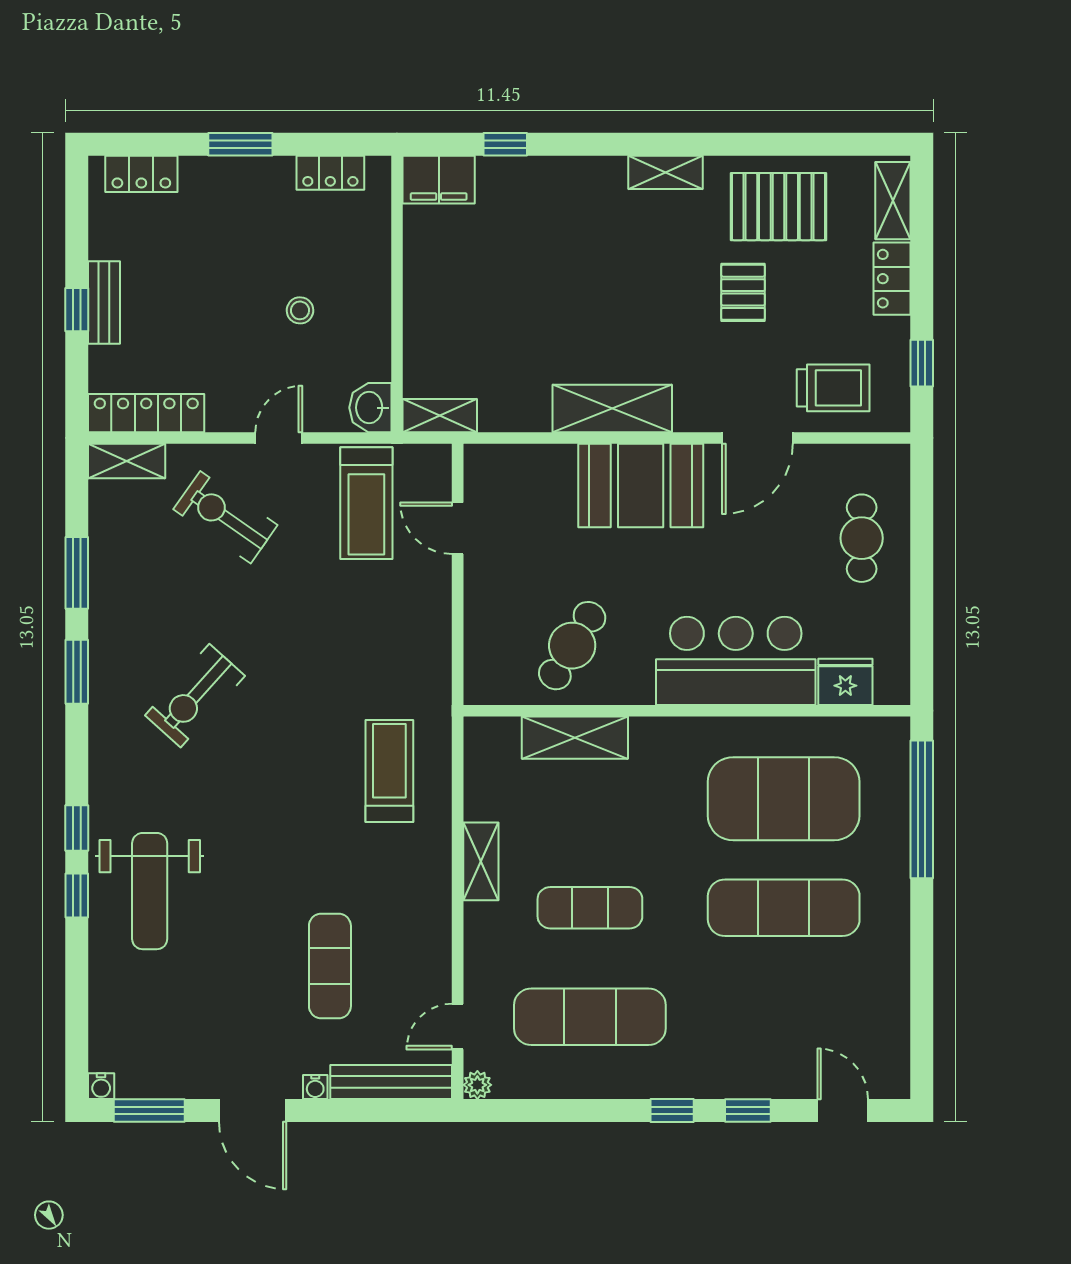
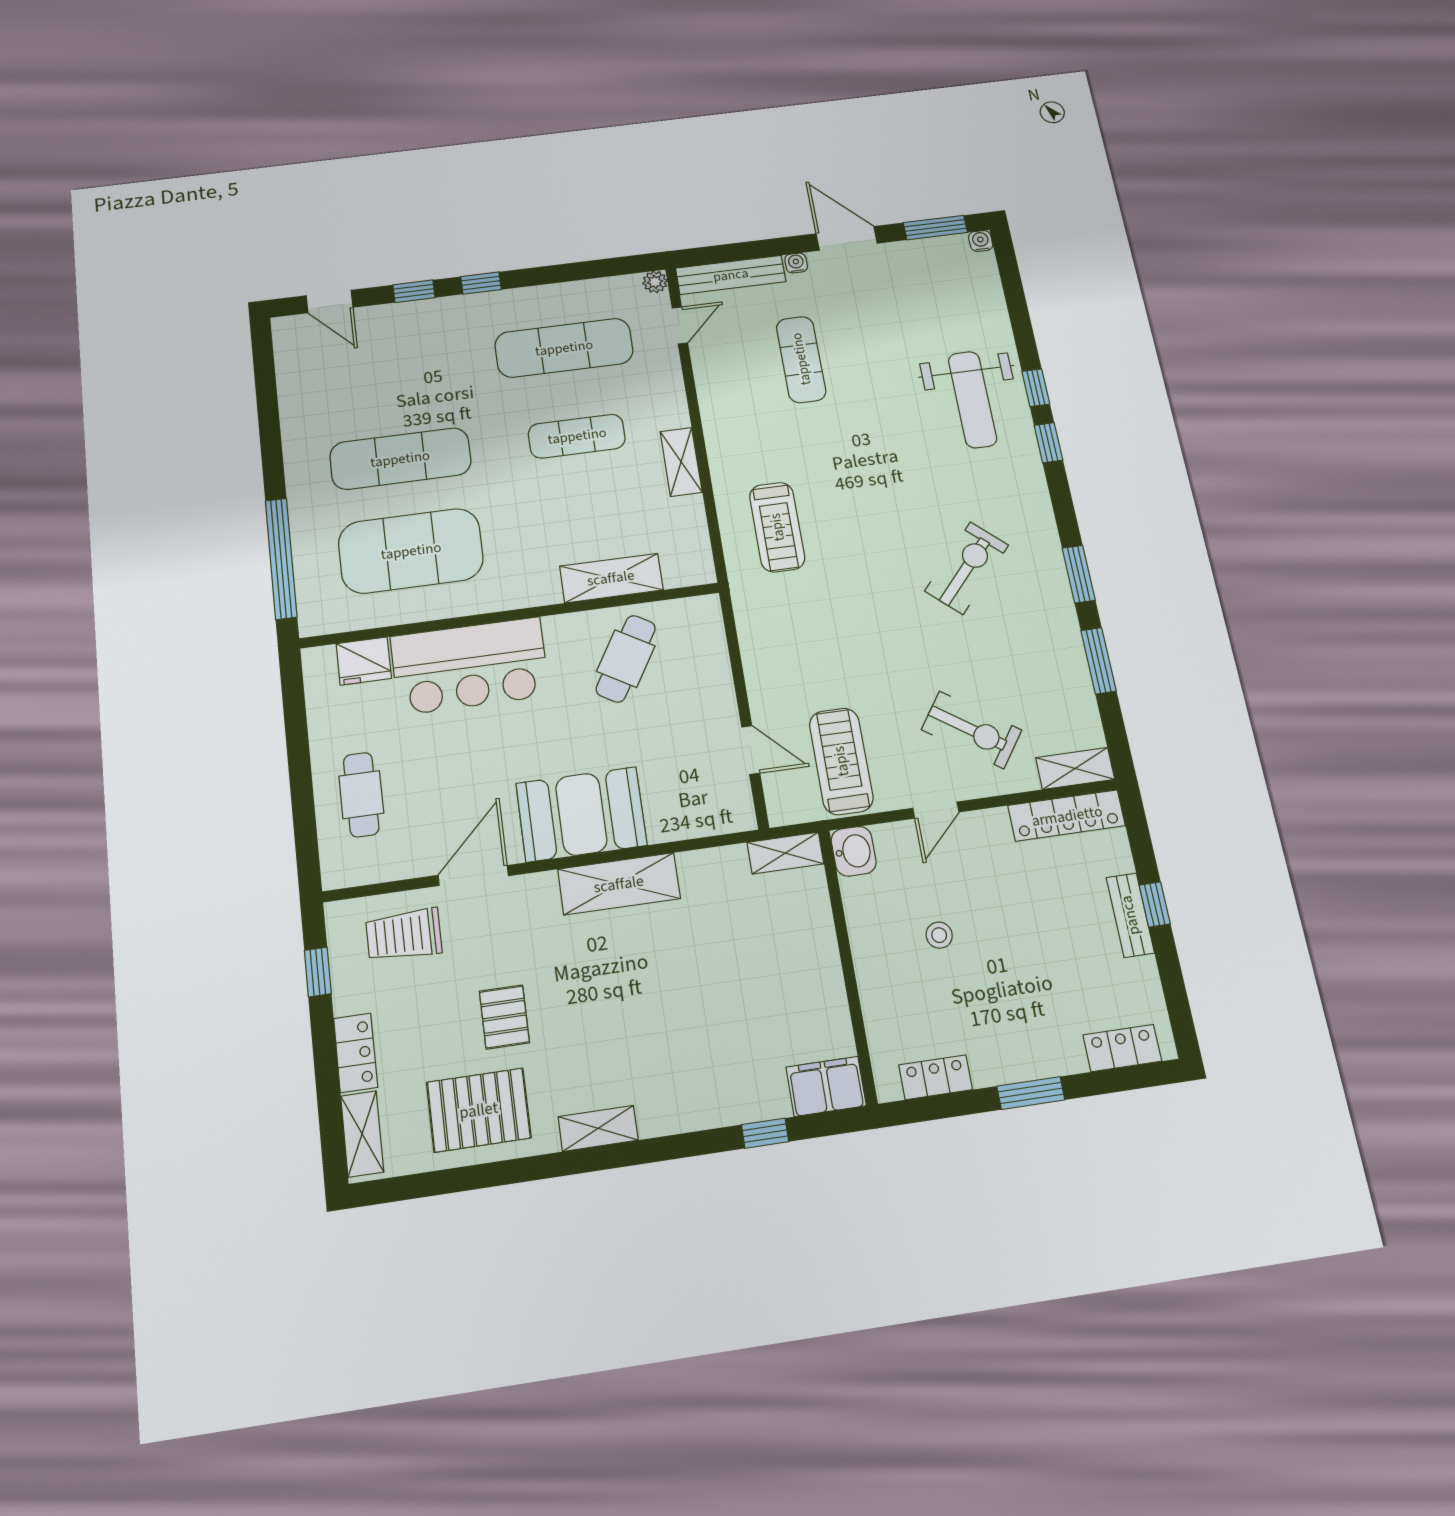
weight bench: (150, 891) -> (972, 400), turned 180

